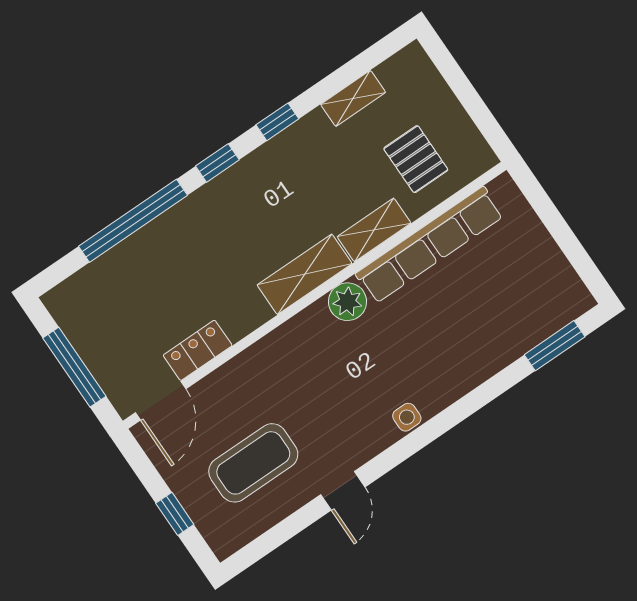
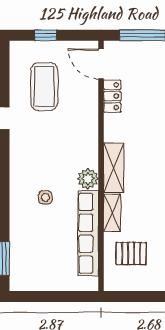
side table: (407, 417) -> (45, 197), moved

